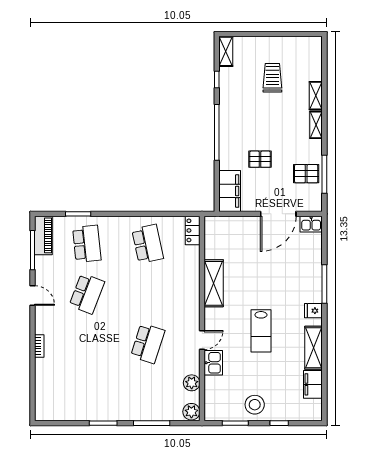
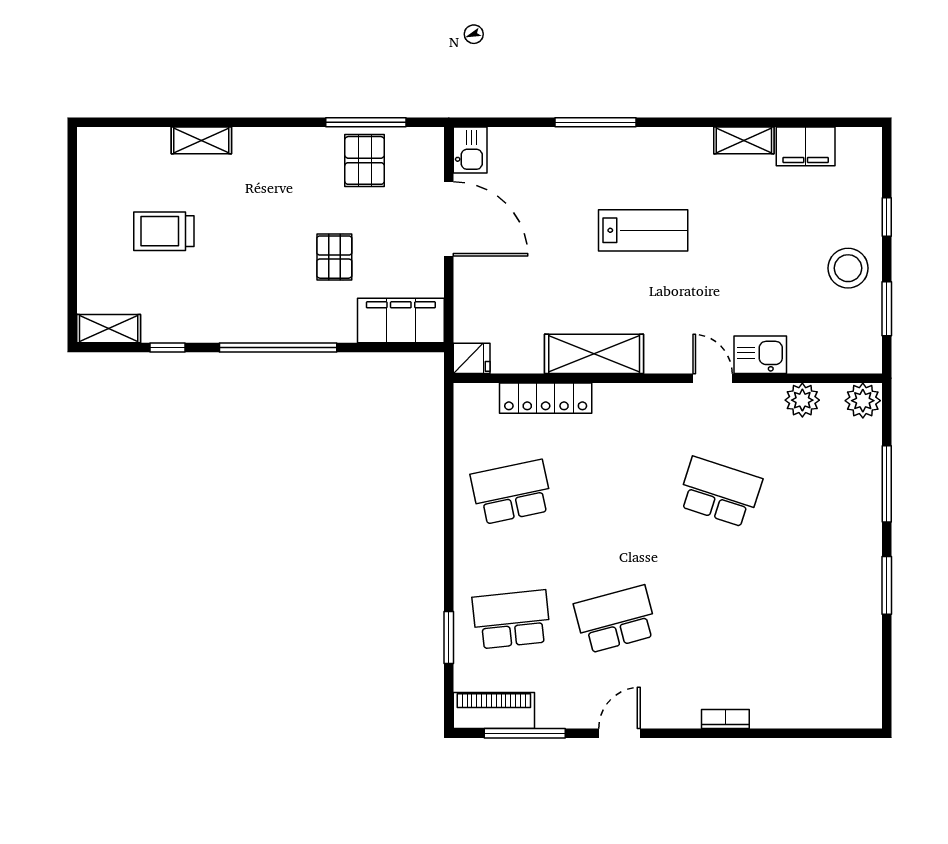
shelving: (316, 125) -> (263, 140), removed
locker: (193, 230) -> (546, 398), moved, width x1.53
school desk: (87, 294) -> (616, 619), turned -36
fridge: (313, 311) -> (472, 358), moved, turned -90
lab bench: (261, 331) -> (643, 230), moved
shelving: (314, 348) -> (744, 140), width x0.67, depth x0.75

